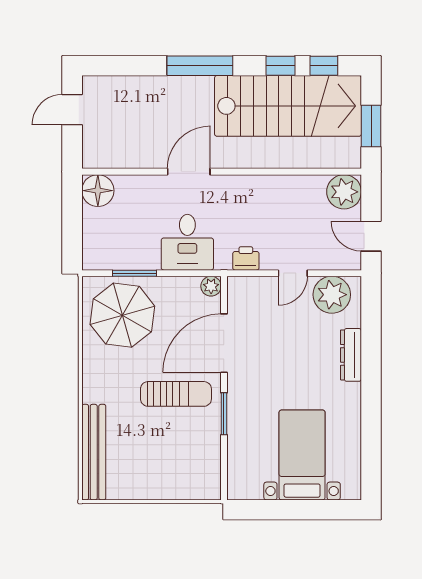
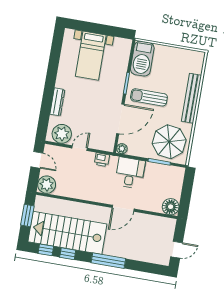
bench: (94, 452) -> (191, 98), moved
barbecue: (202, 466) -> (142, 59), added

